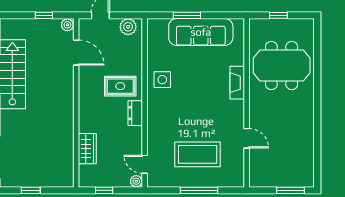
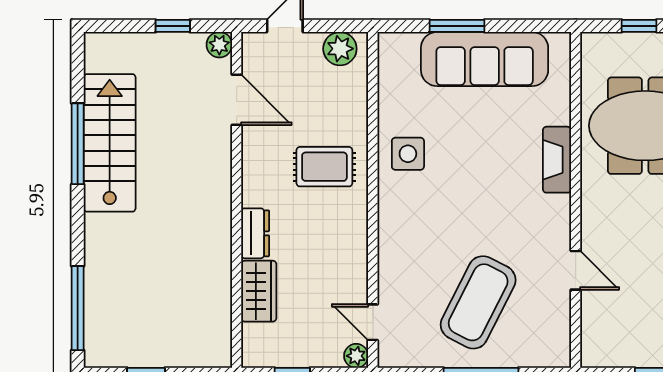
dresser: (135, 113) -> (255, 233), moved, turned 180
coffee table: (198, 154) -> (478, 302), turned -63

